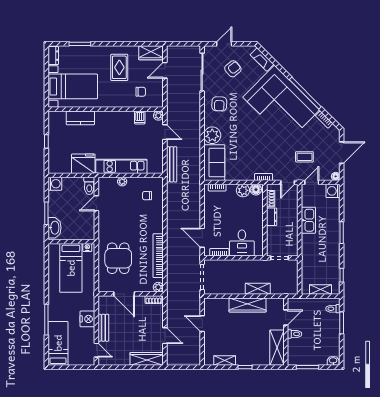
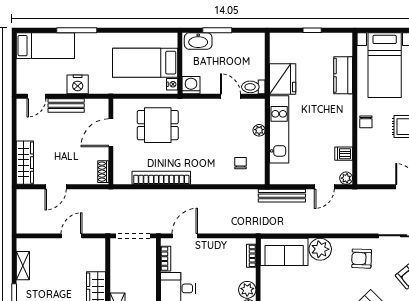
chair: (141, 92) -> (366, 122), moved
washing machine: (55, 184) -> (191, 85), moved, turned 180
plant: (158, 287) -> (120, 178), removed

